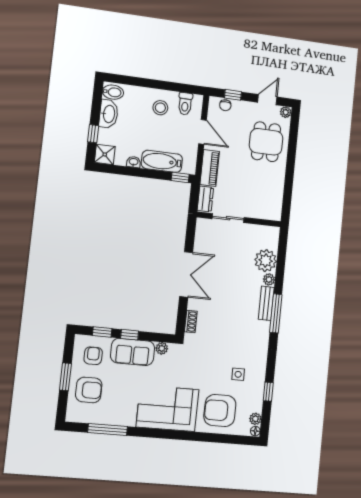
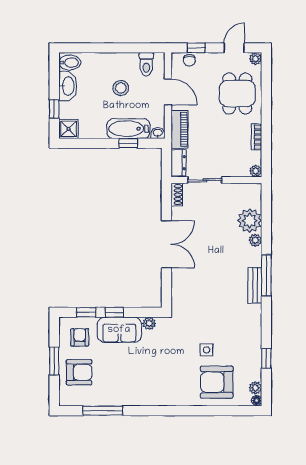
stool: (160, 108) -> (121, 88), moved
washbasin: (134, 162) -> (158, 133), moved
window: (180, 177) -> (128, 143), moved
bookcase: (279, 184) -> (257, 137), added
plant: (276, 215) -> (256, 171), added
bench: (266, 303) -> (255, 285), moved
shoe rack: (191, 321) -> (177, 195), moved
side table: (238, 374) -> (206, 350), moved
corner sofa: (168, 408) -> (162, 384), removed

